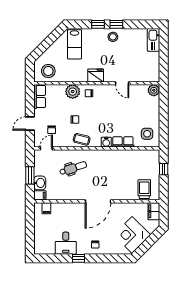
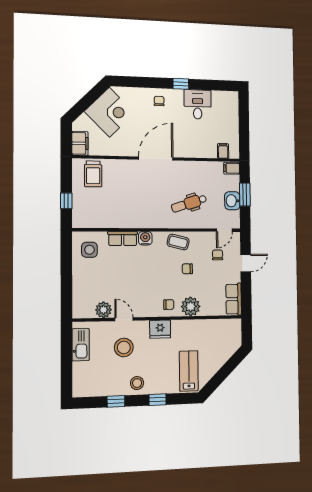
window: (116, 24) -> (116, 401), moved
kitchen sink: (154, 40) -> (81, 345), moved
stool: (48, 71) -> (124, 347), moved
plant: (154, 90) -> (104, 310), moved
washbasin: (40, 183) -> (232, 201), moved

